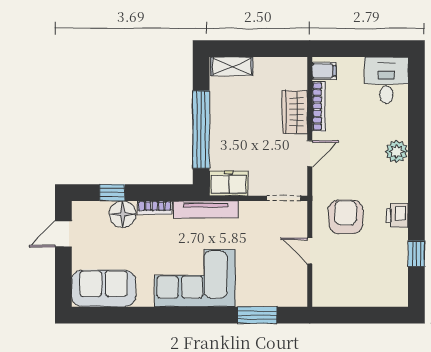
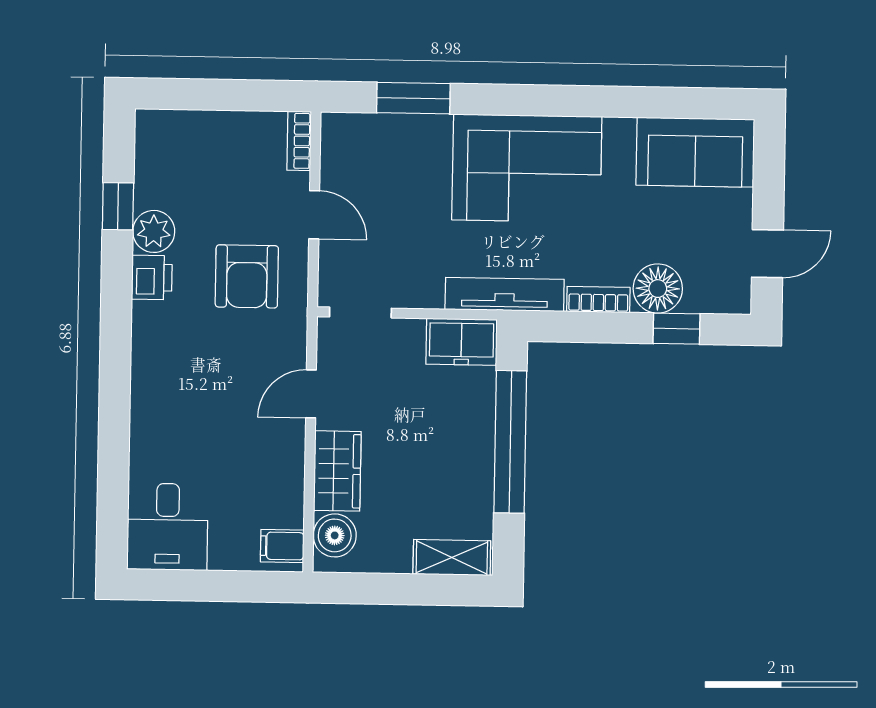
boiler: (296, 77) -> (335, 535), added
bookcase: (319, 106) -> (299, 141), moved, width x0.64
plant: (397, 151) -> (154, 231), moved

